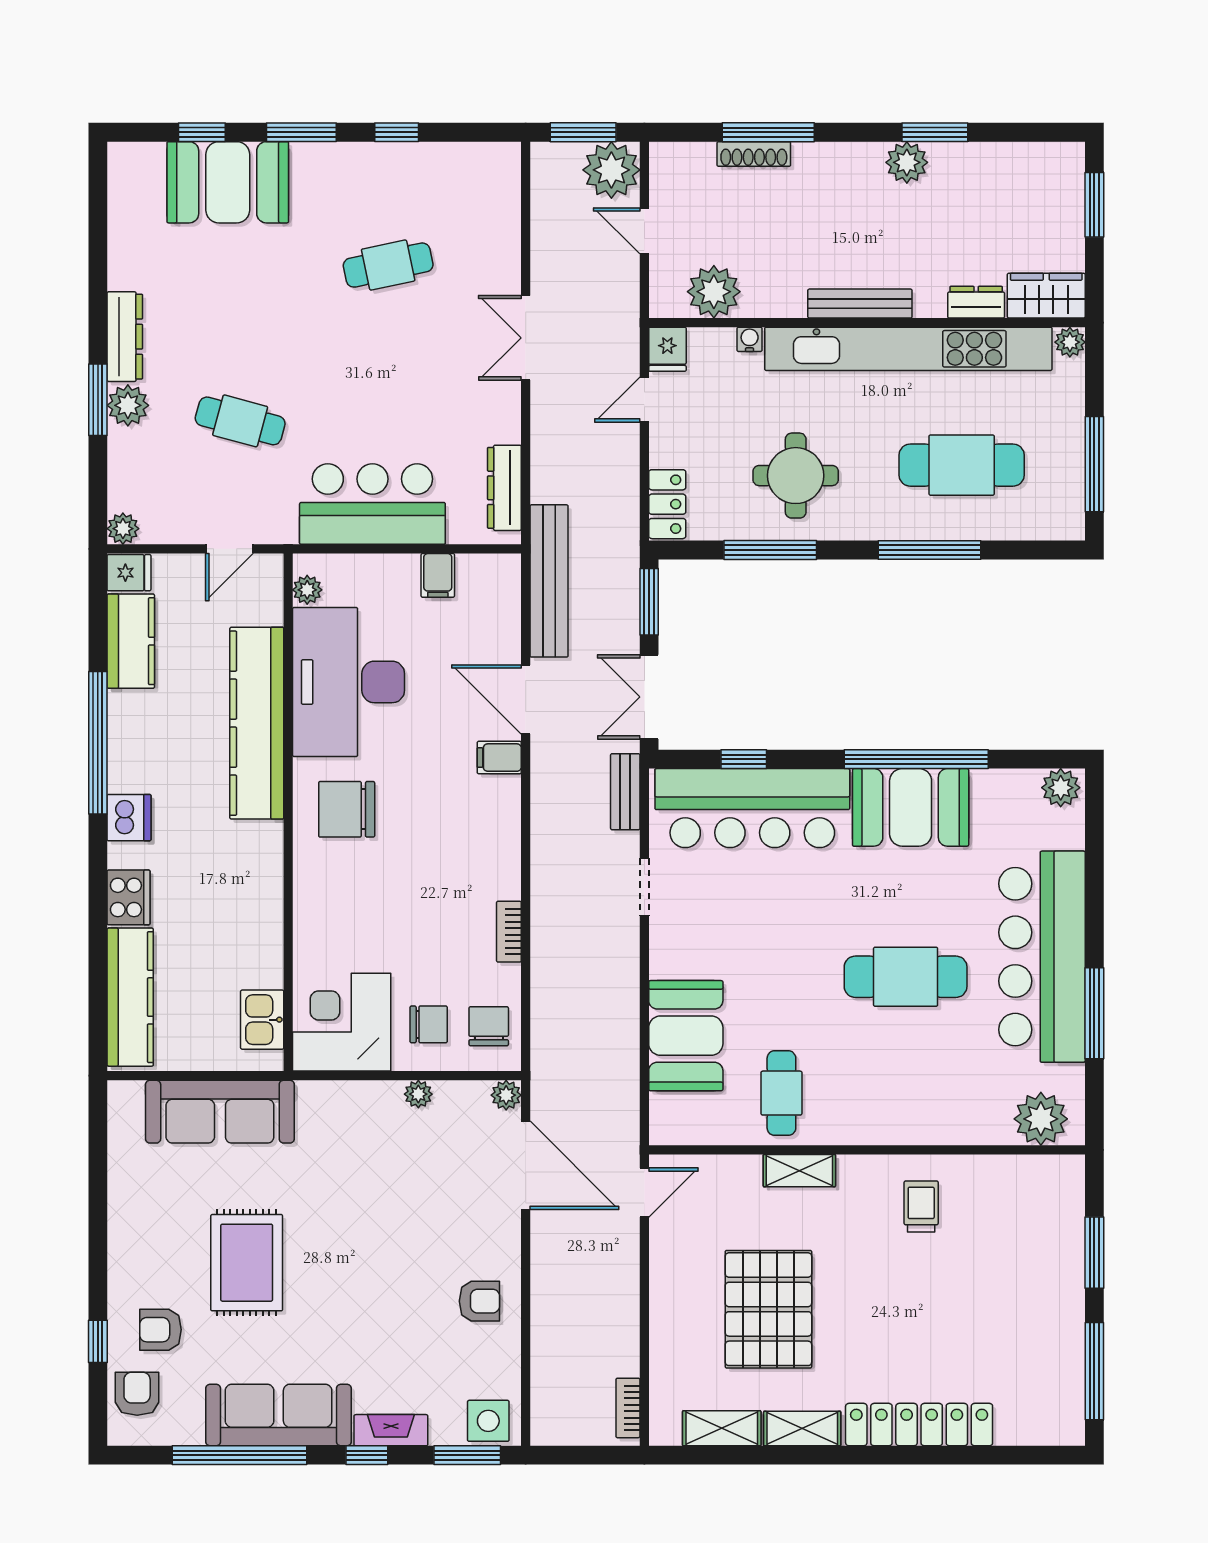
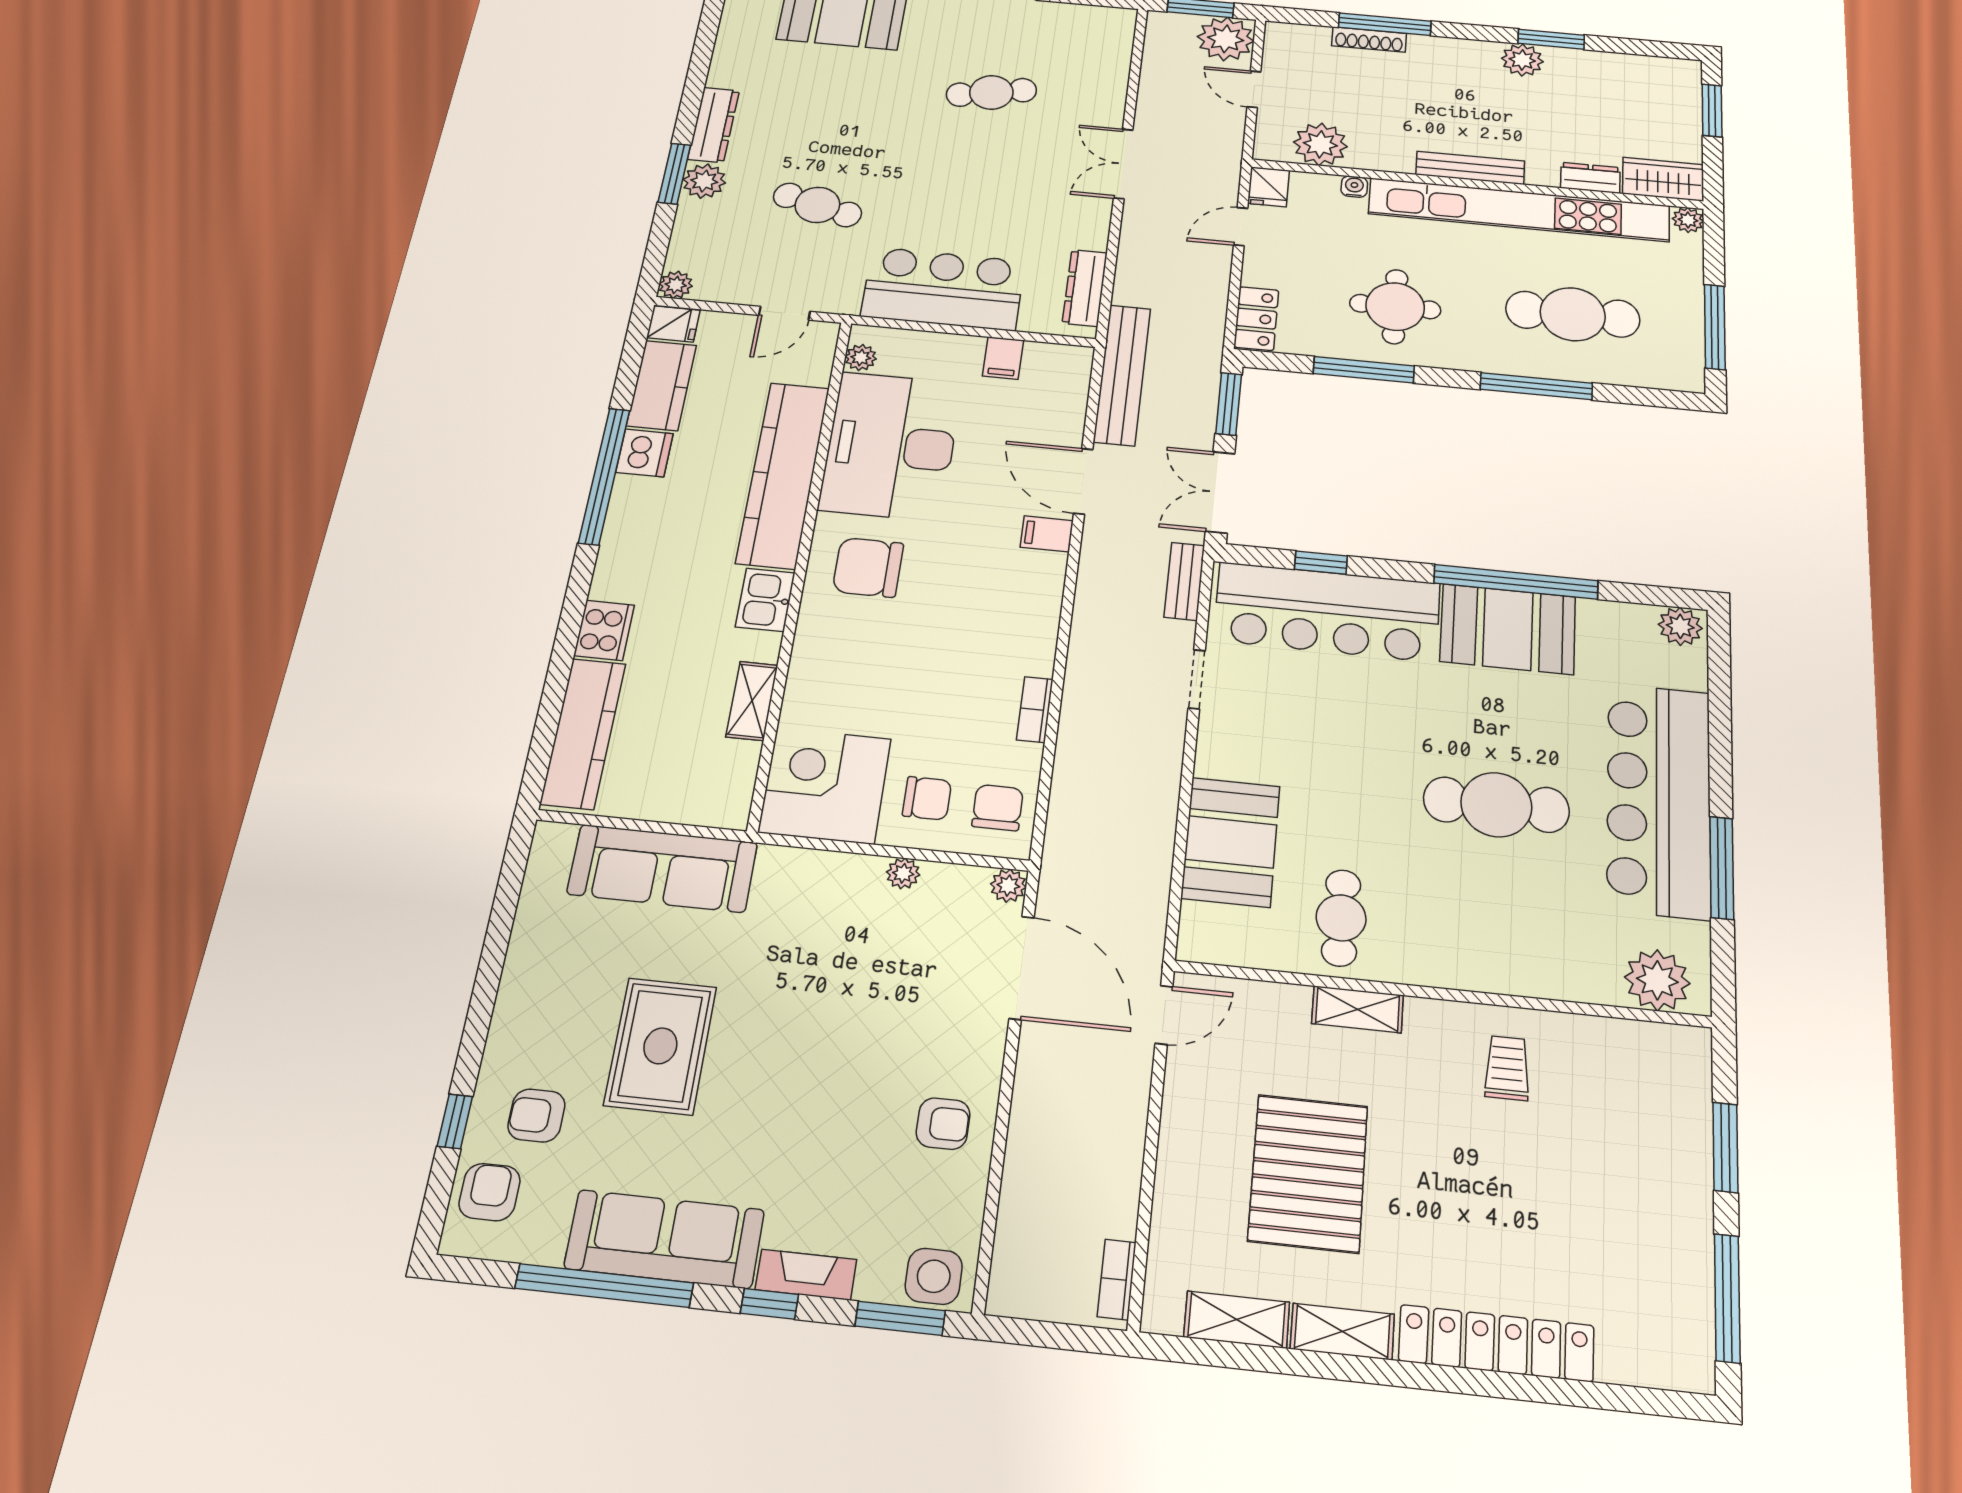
dishwasher: (129, 818) -> (644, 453), moved
shelving: (267, 951) -> (752, 701), added
kitchen sink: (262, 1020) -> (765, 600), moved

